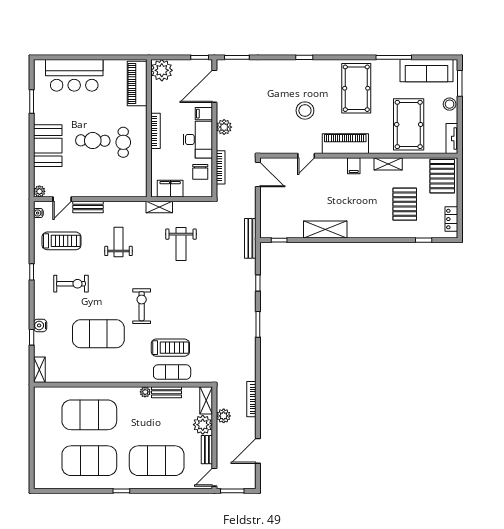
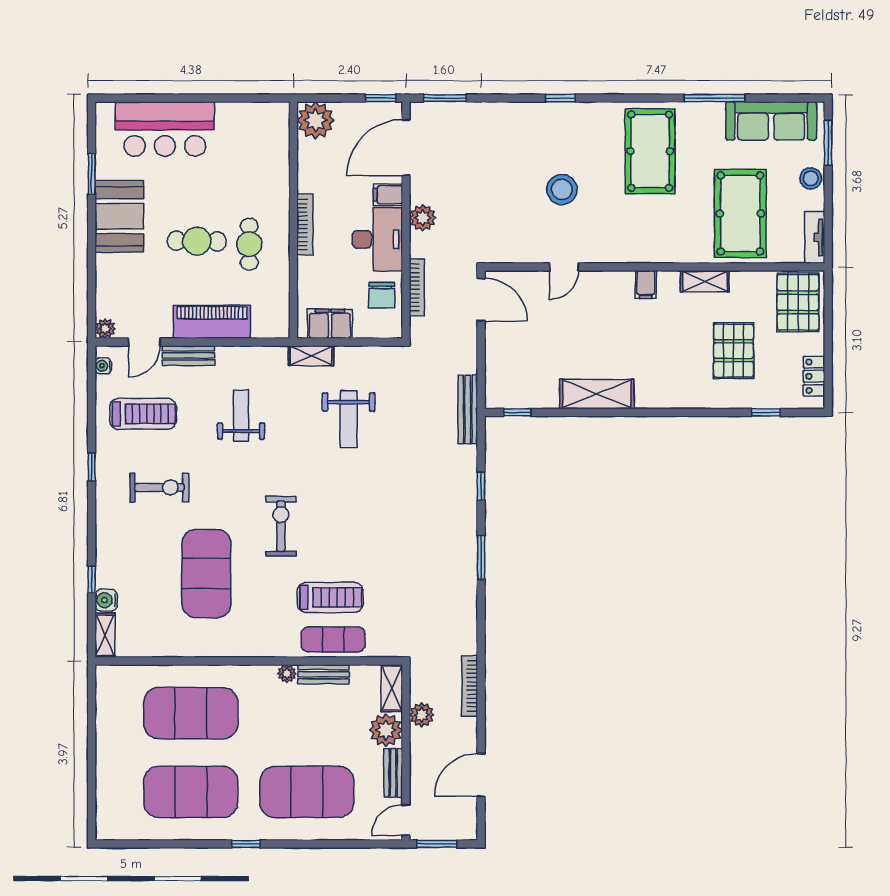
piano: (137, 84) -> (212, 322), moved, turned 90
piano: (345, 144) -> (631, 246), removed
booth: (48, 146) -> (119, 216), moved
water cooler: (40, 325) -> (106, 600), moved
exercise mat: (98, 334) -> (206, 574), turned 90

